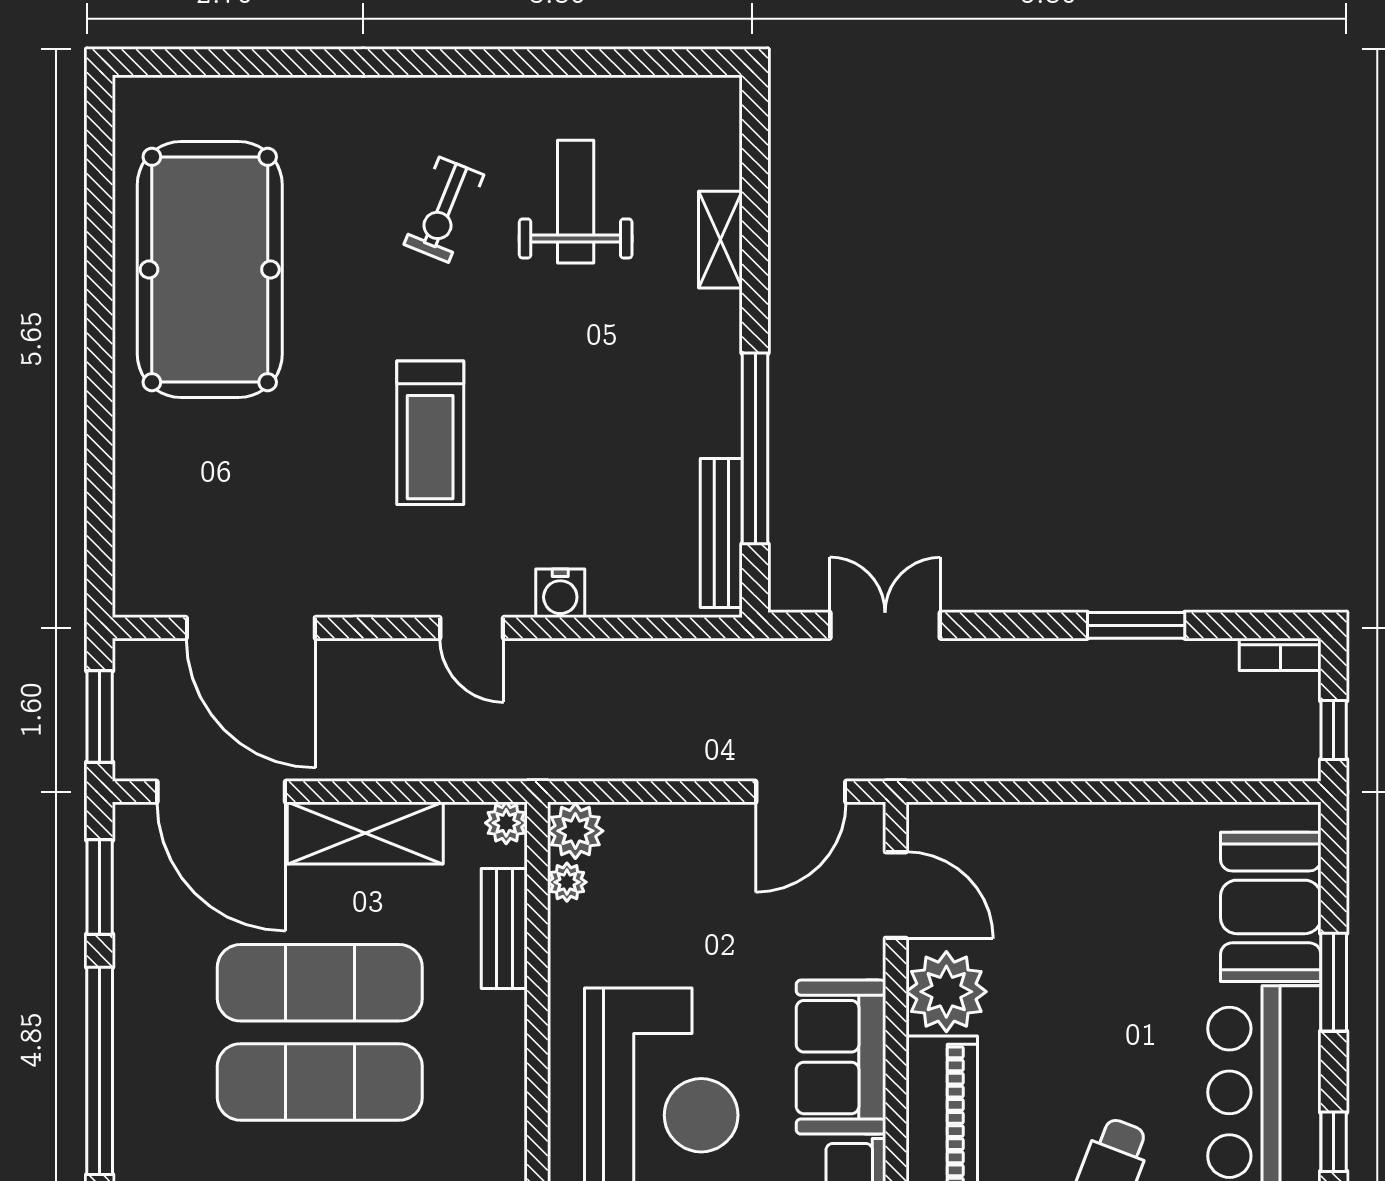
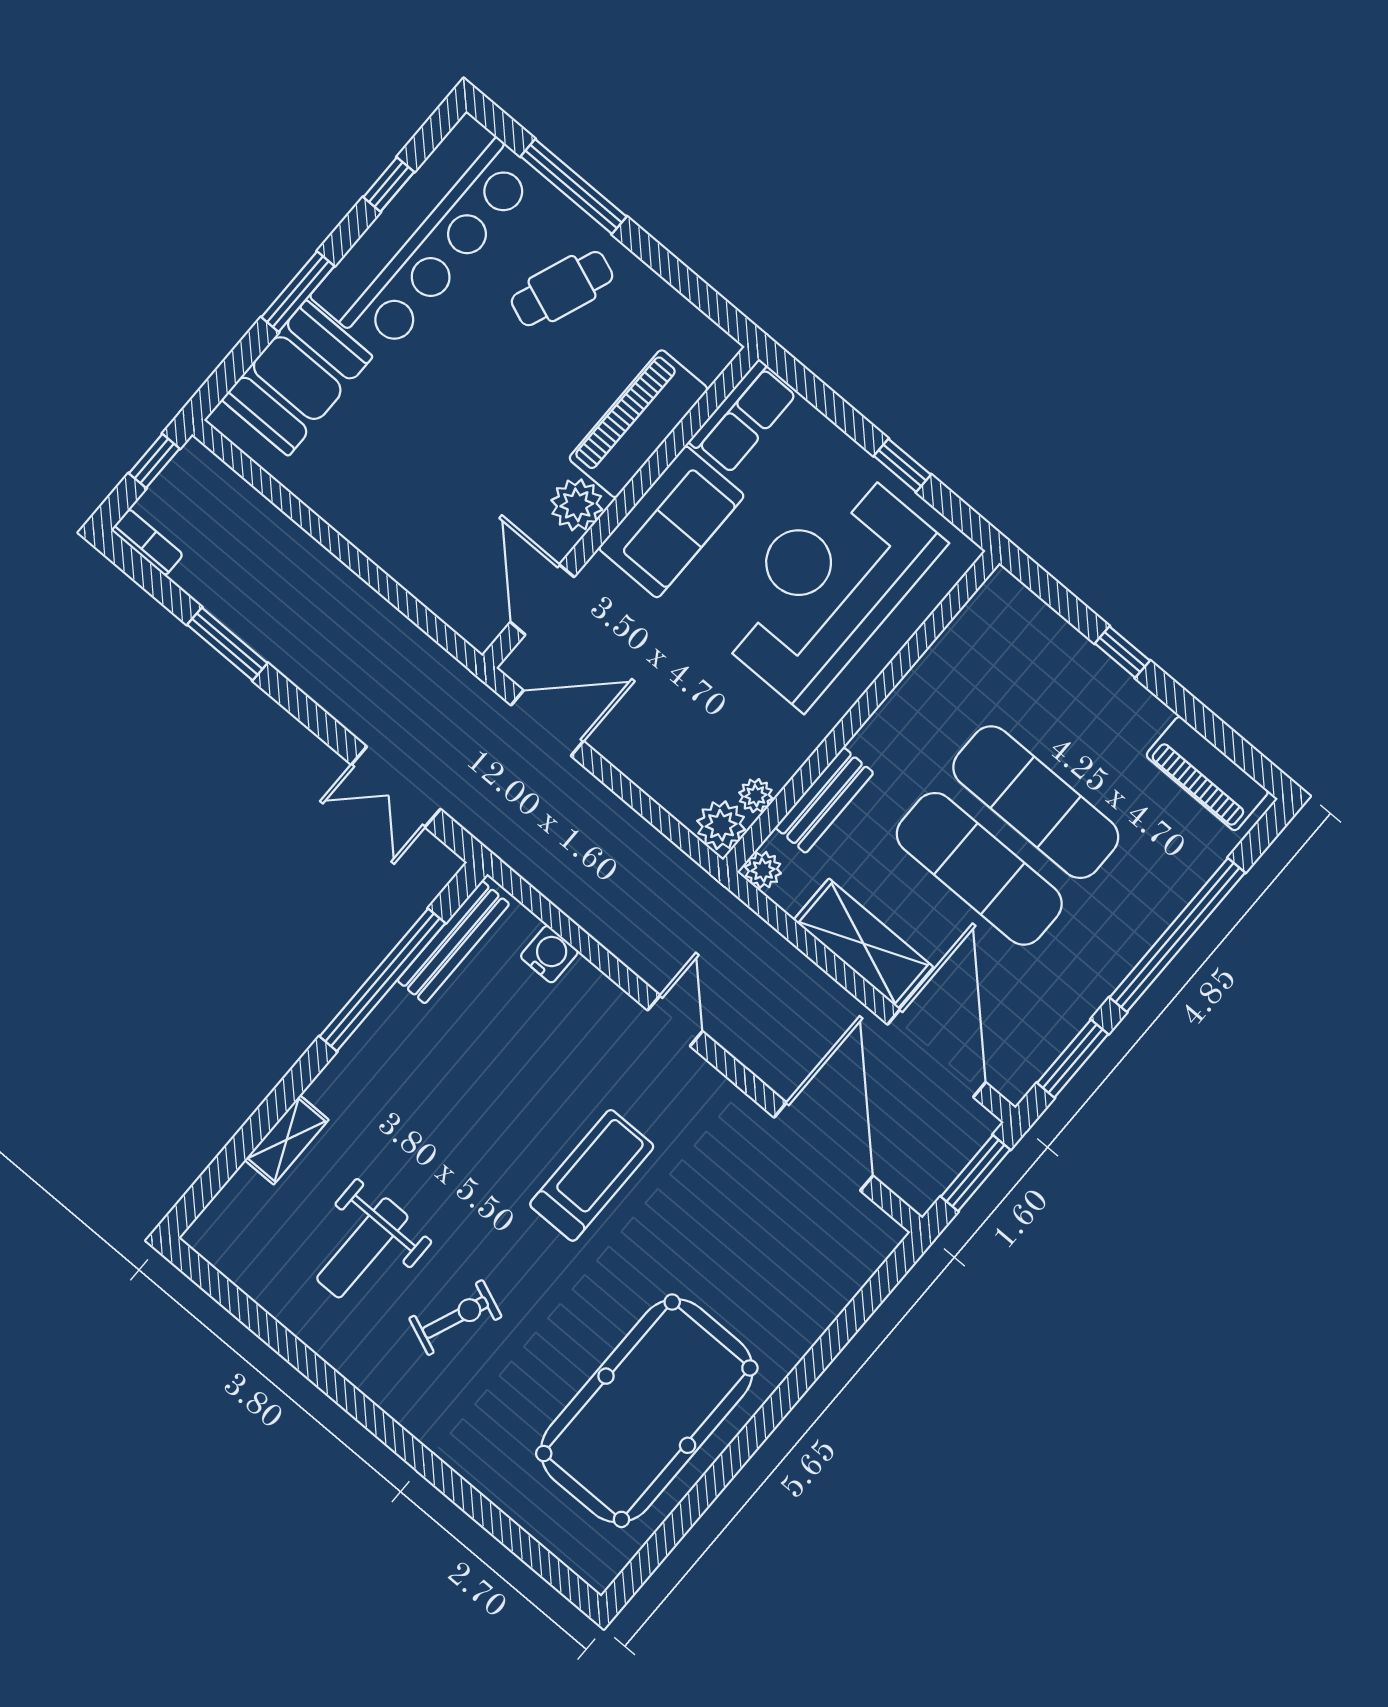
water cooler: (560, 593) -> (549, 954), moved
plant: (946, 992) -> (577, 505), width x0.73, depth x0.73

